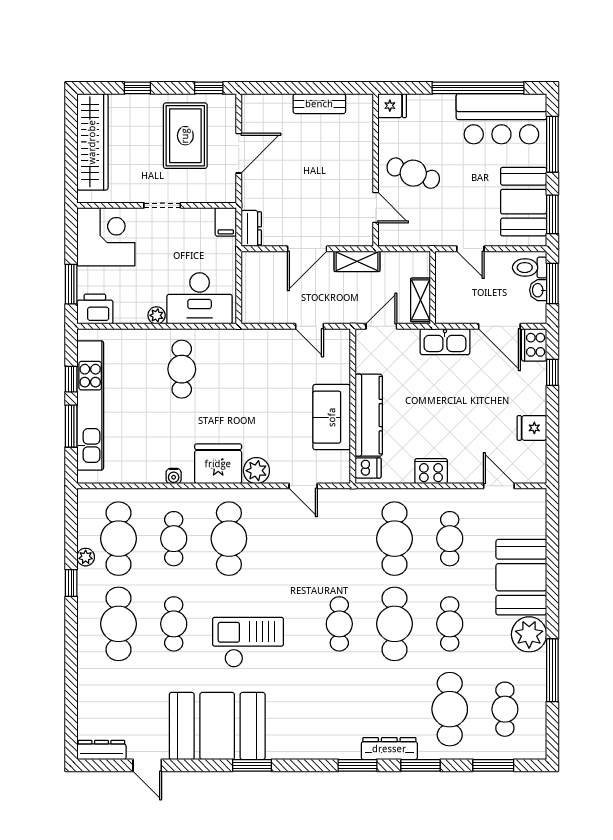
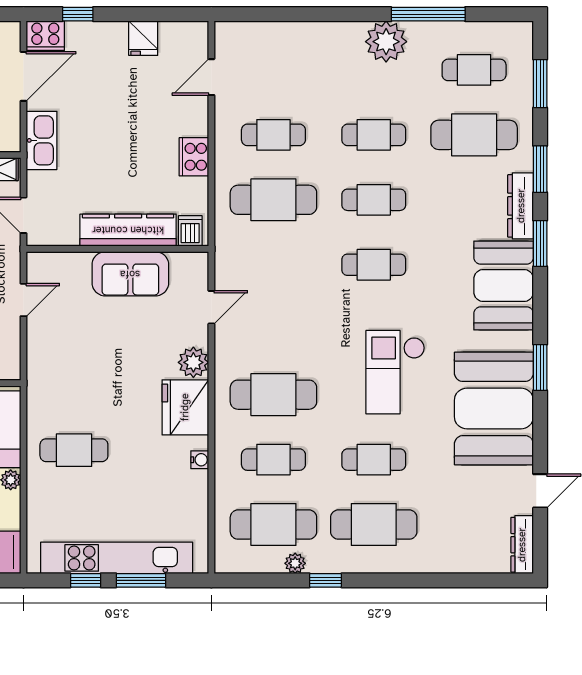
booth: (521, 577) -> (504, 285), moved, turned 90
cafe table: (395, 624) -> (374, 200), width x0.73, depth x0.74

